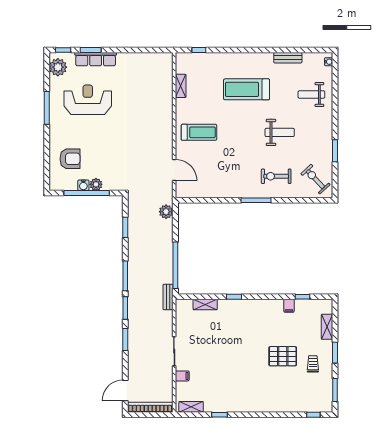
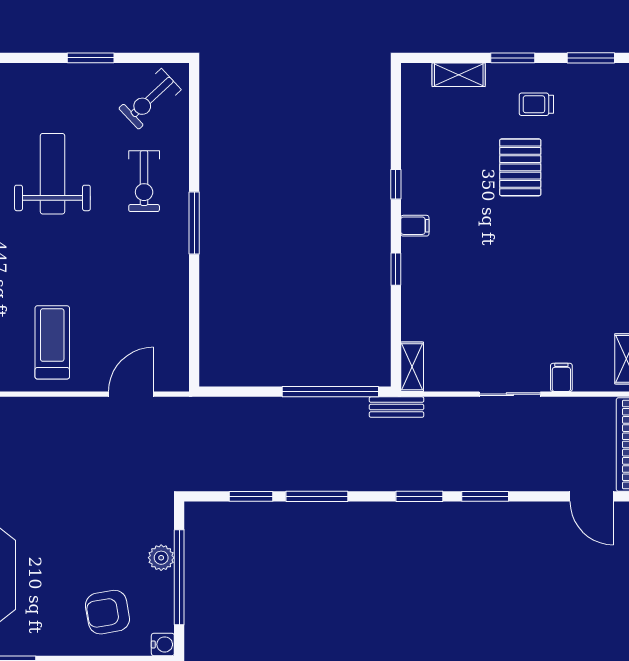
weight bench: (280, 132) -> (52, 174), width x1.36, depth x1.33
armchair: (70, 159) -> (107, 612), turned -100
water cooler: (83, 185) -> (163, 644), moved
plant: (166, 212) -> (218, 411), removed
window: (125, 276) -> (317, 496), moved
window: (303, 297) -> (396, 184), moved
shelving: (205, 304) -> (412, 367), moved
filing cabinet: (289, 306) -> (415, 226), moved

